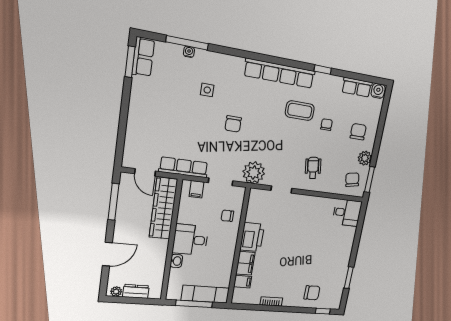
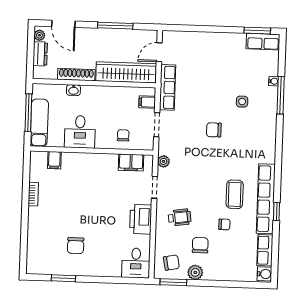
window: (187, 43) -> (281, 95), moved
row of seats: (280, 73) -> (266, 199), moved
chair: (358, 132) -> (200, 245), moved, turned -90
plant: (254, 173) -> (164, 161), width x0.53, depth x0.53
window: (113, 202) -> (115, 26), moved
printer: (252, 237) -> (141, 219), moved, turned 90
desk: (190, 240) -> (80, 132), moved, turned 180
door: (107, 254) -> (63, 24), moved
shoe rack: (161, 258) -> (76, 75), added
filing cabinet: (245, 263) -> (131, 162), moved
chair: (312, 293) -> (76, 246), moved
window: (323, 311) -> (23, 255), removed

